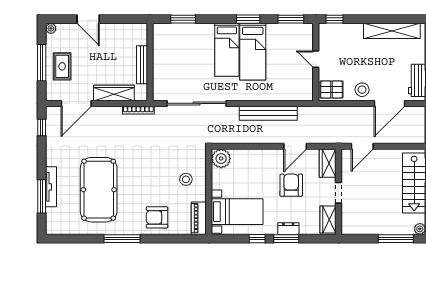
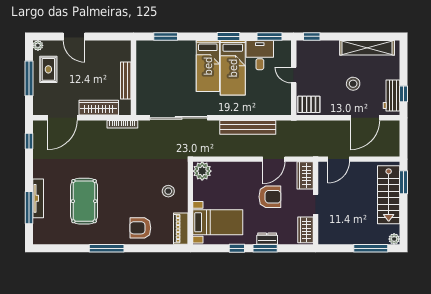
desk: (281, 38) -> (260, 55), added
rug: (62, 66) -> (48, 69), moved
stool: (362, 90) -> (353, 84), moved
armchair: (291, 185) -> (270, 197), turned 90
pool table: (99, 190) -> (84, 201), width x0.73, depth x0.76

